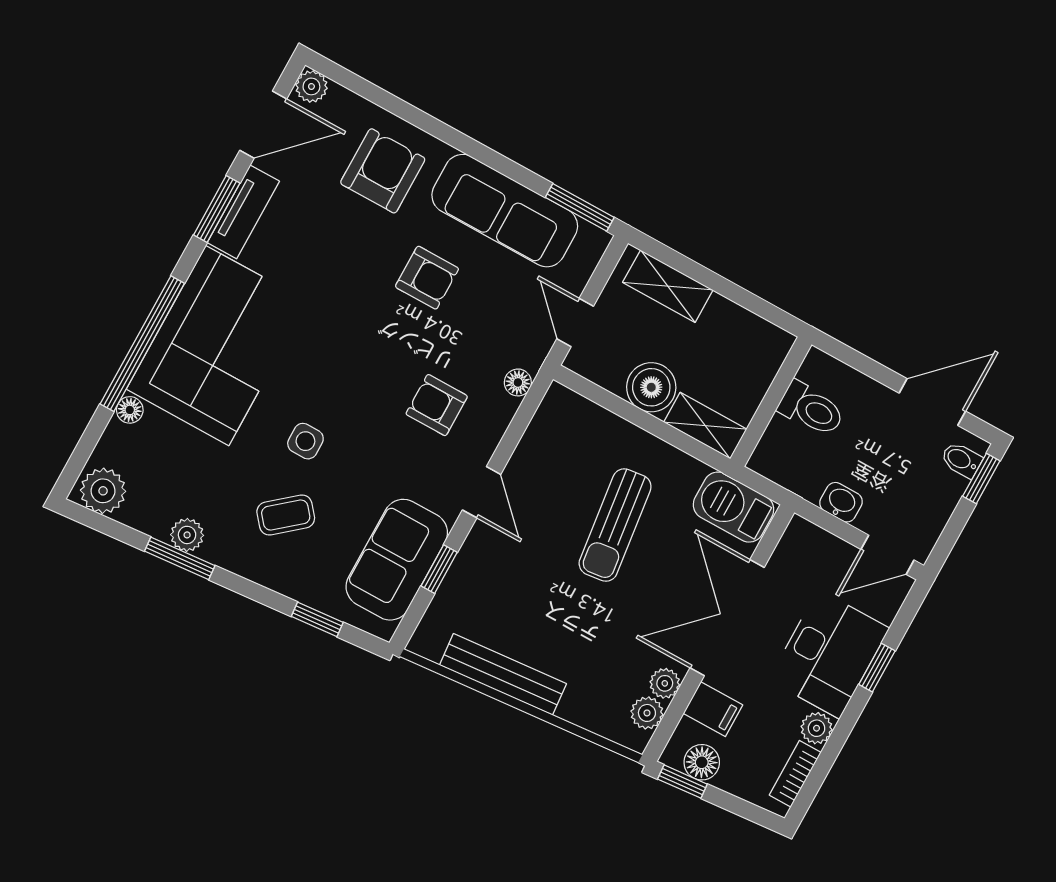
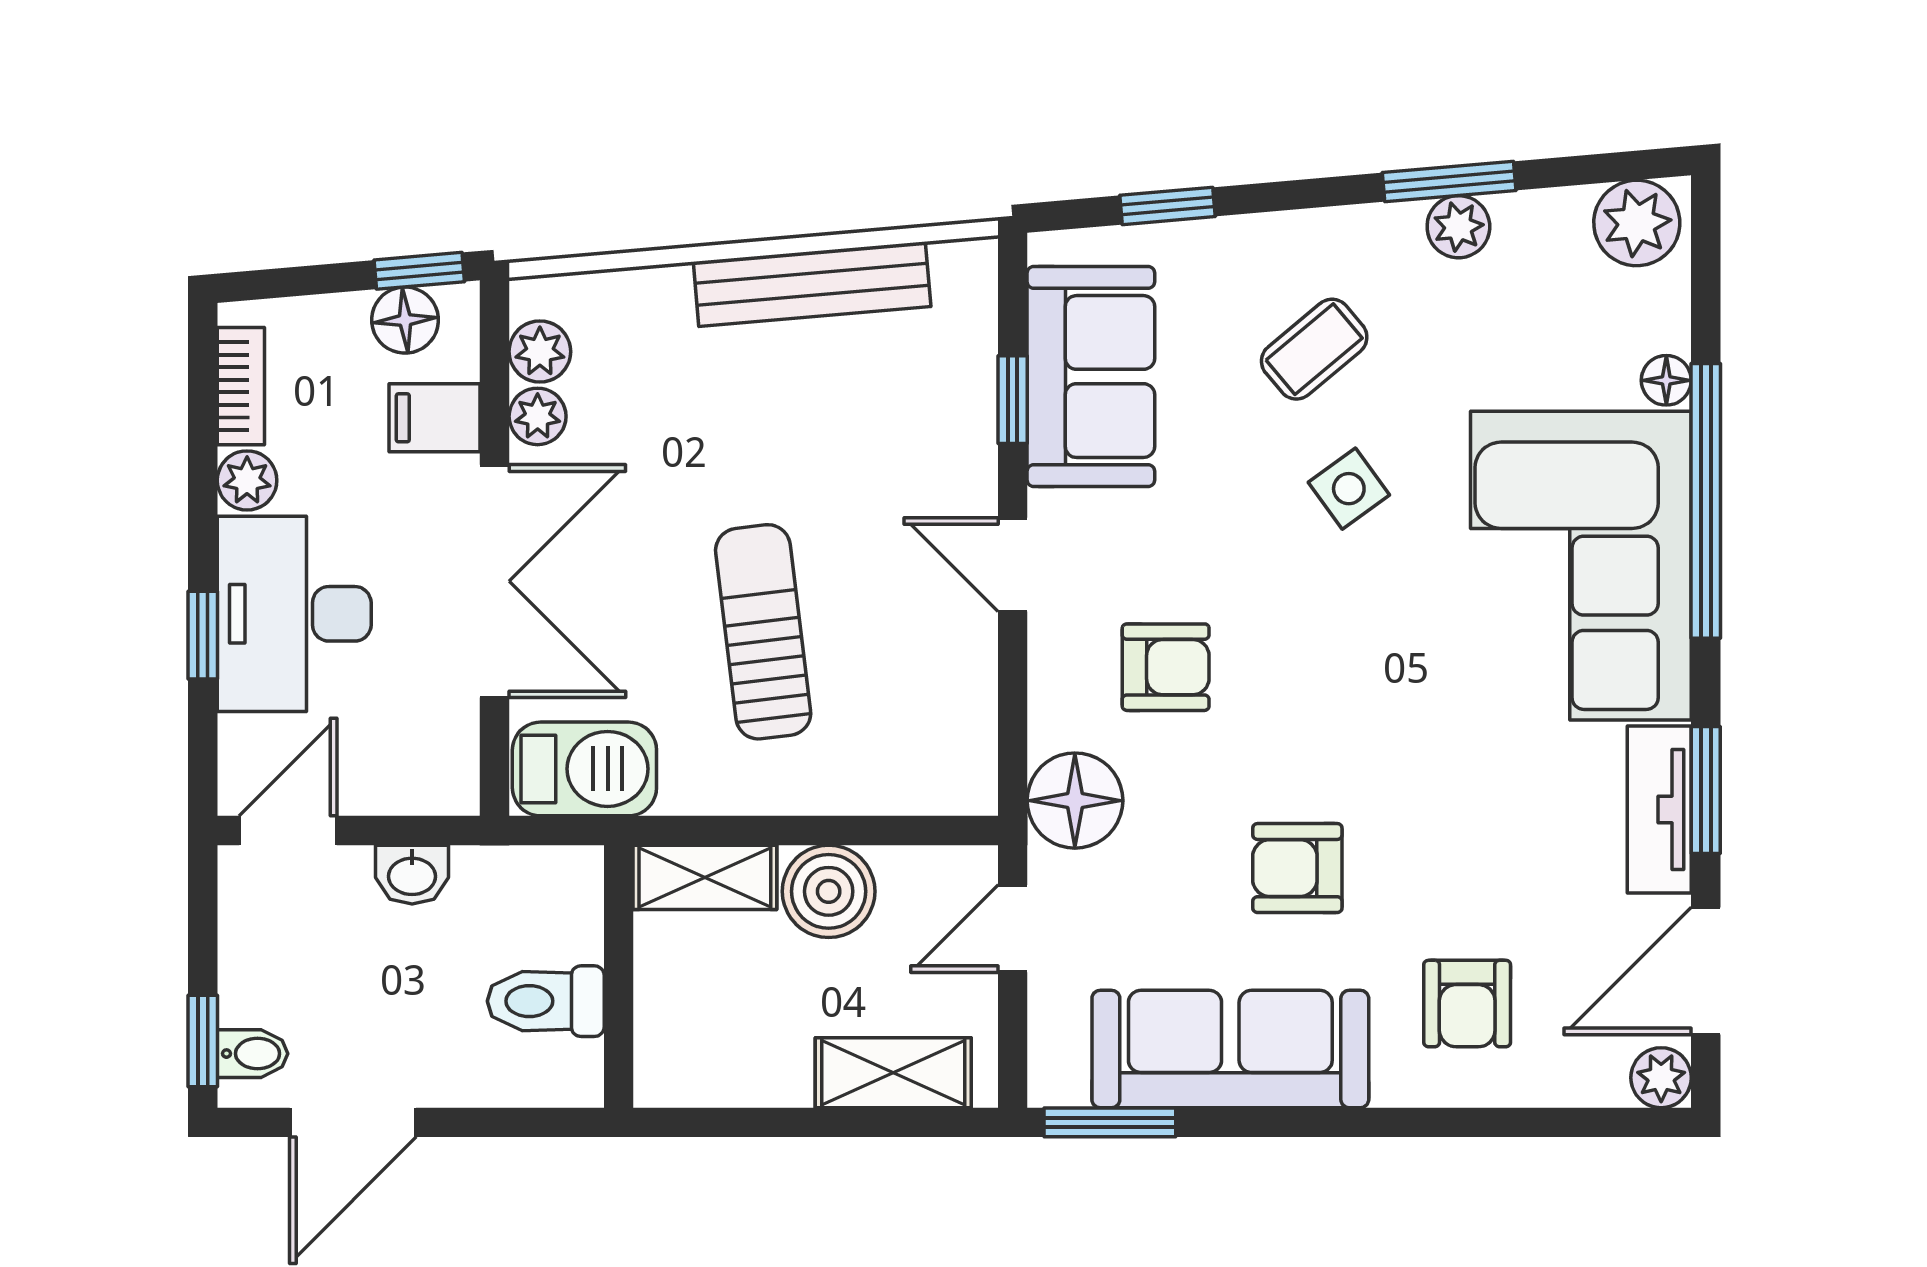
armchair: (383, 171) -> (1467, 1004), width x0.72, depth x0.72
door: (575, 323) -> (1013, 929), swing flipped
floor lamp: (518, 382) -> (1075, 801), width x1.89, depth x1.89
side table: (305, 441) -> (1349, 489), turned -36

